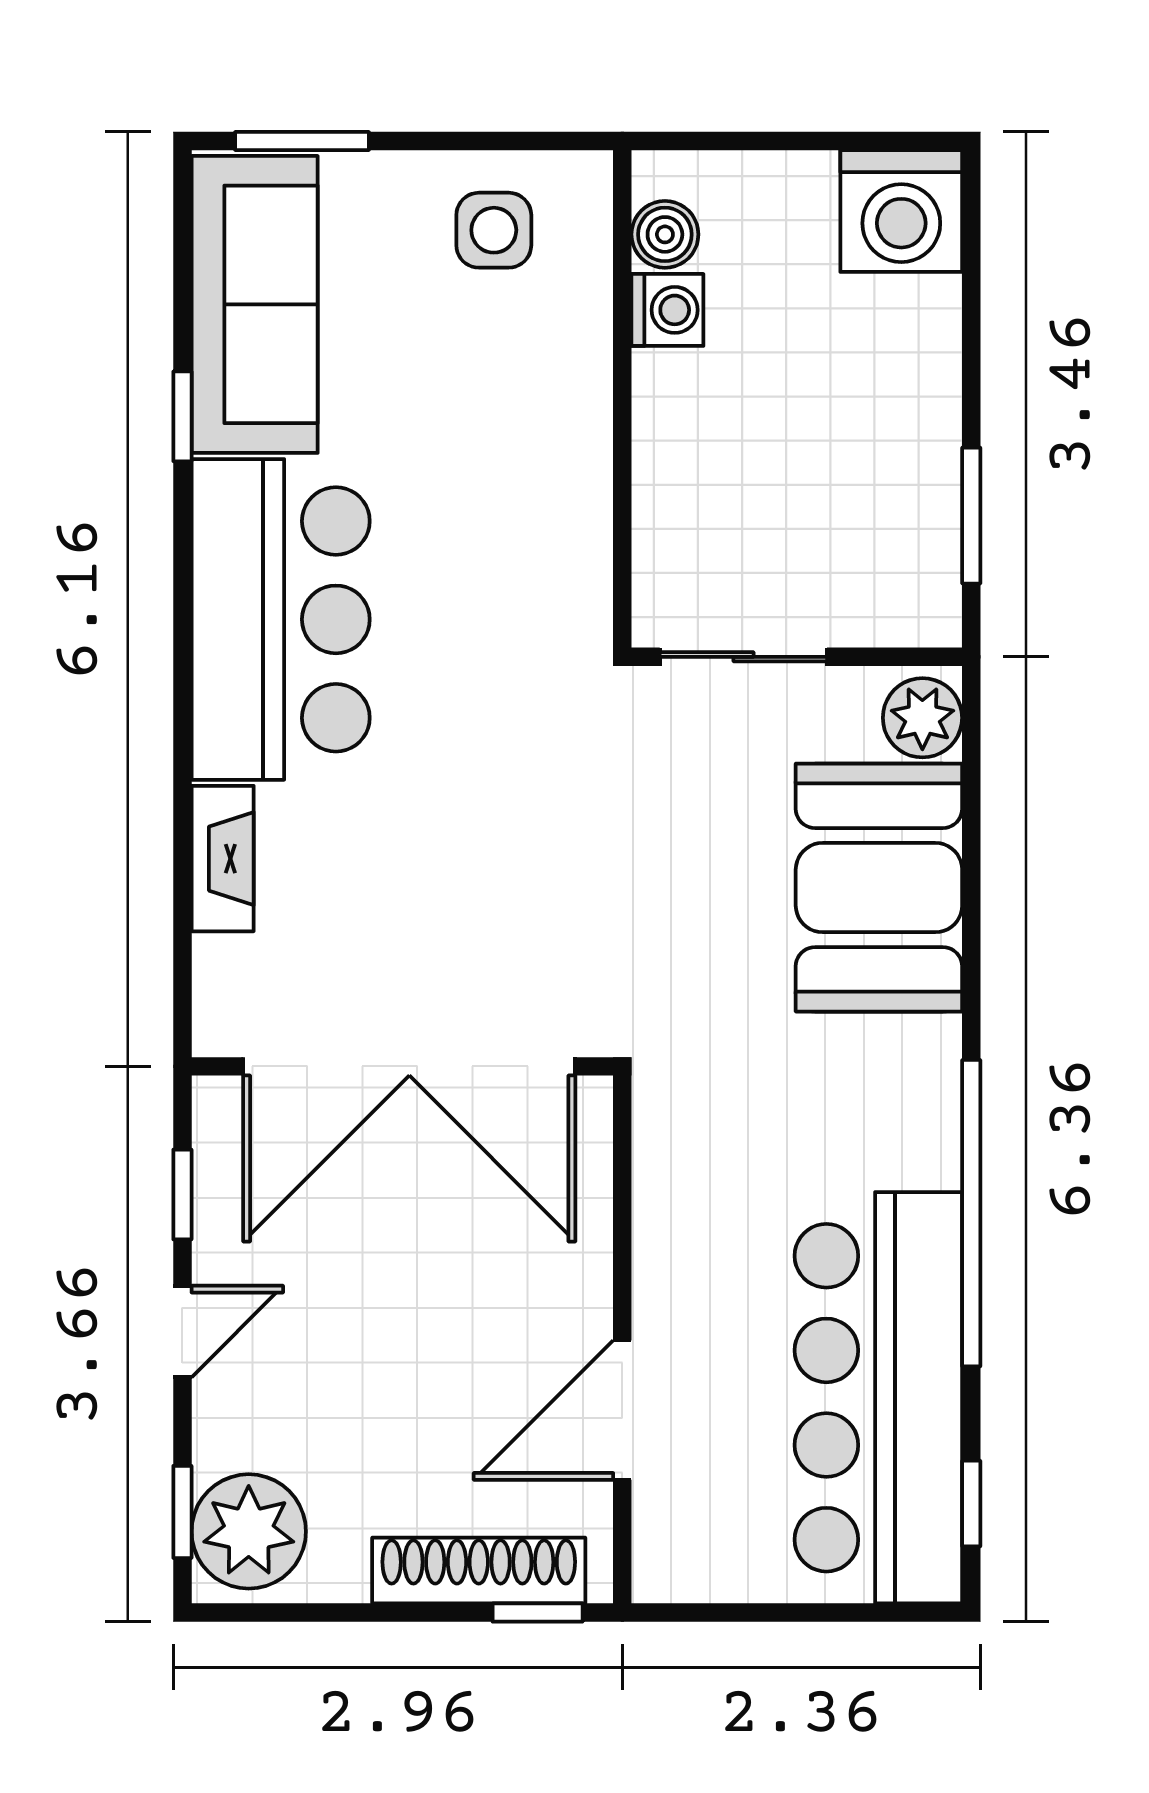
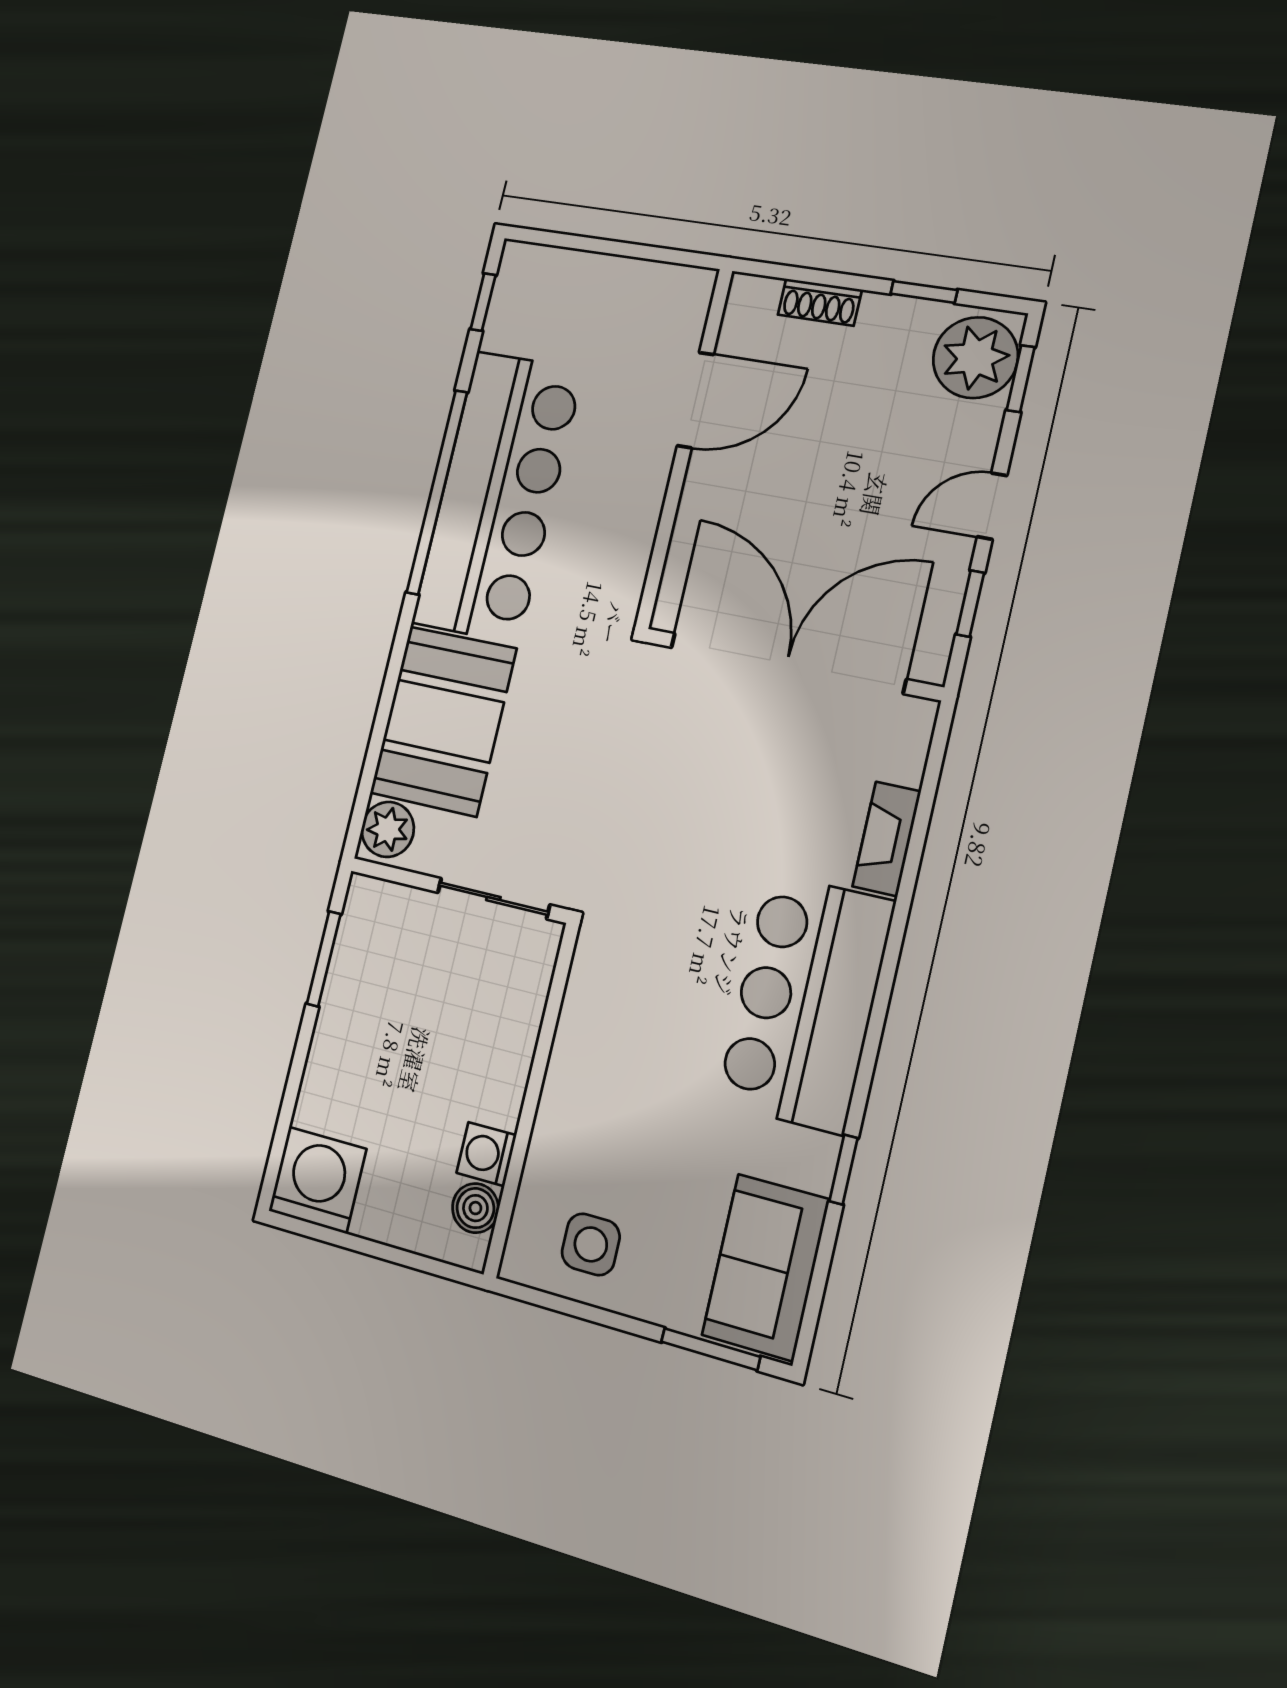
sofa: (255, 304) -> (766, 1267), width x0.73
bar counter: (878, 1398) -> (498, 496), moved
shoe rack: (479, 1571) -> (820, 302), width x0.51, depth x0.81
window: (538, 1613) -> (924, 292), moved

